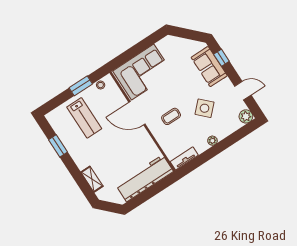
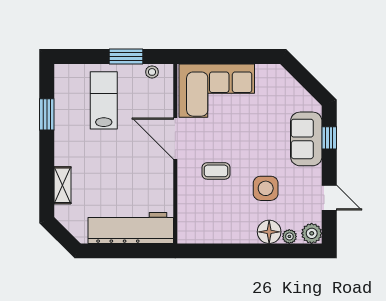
side table: (205, 108) -> (266, 188), turned 45
lab bench: (84, 118) -> (104, 100), turned 180
floor lamp: (222, 131) -> (269, 232), added
plant: (212, 141) -> (289, 236), moved
tv unit: (184, 158) -> (198, 236), removed

